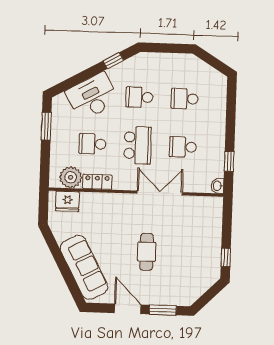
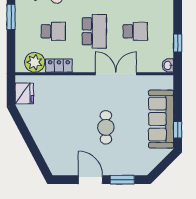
school desk: (92, 144) -> (53, 31), turned 180
school desk: (183, 147) -> (135, 31), turned 180
fridge: (67, 201) -> (24, 93), moved, turned -90
sofa: (84, 267) -> (161, 119), moved, turned -152

